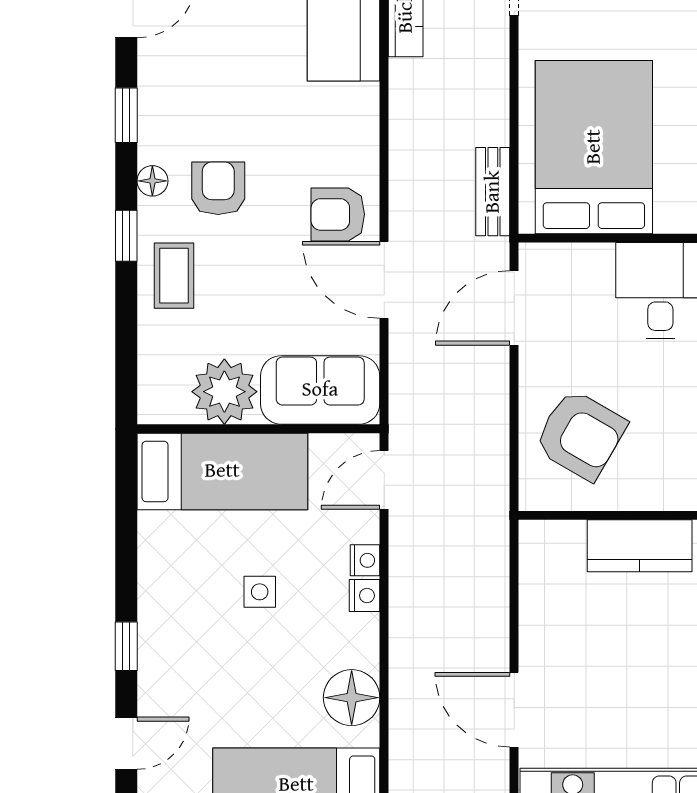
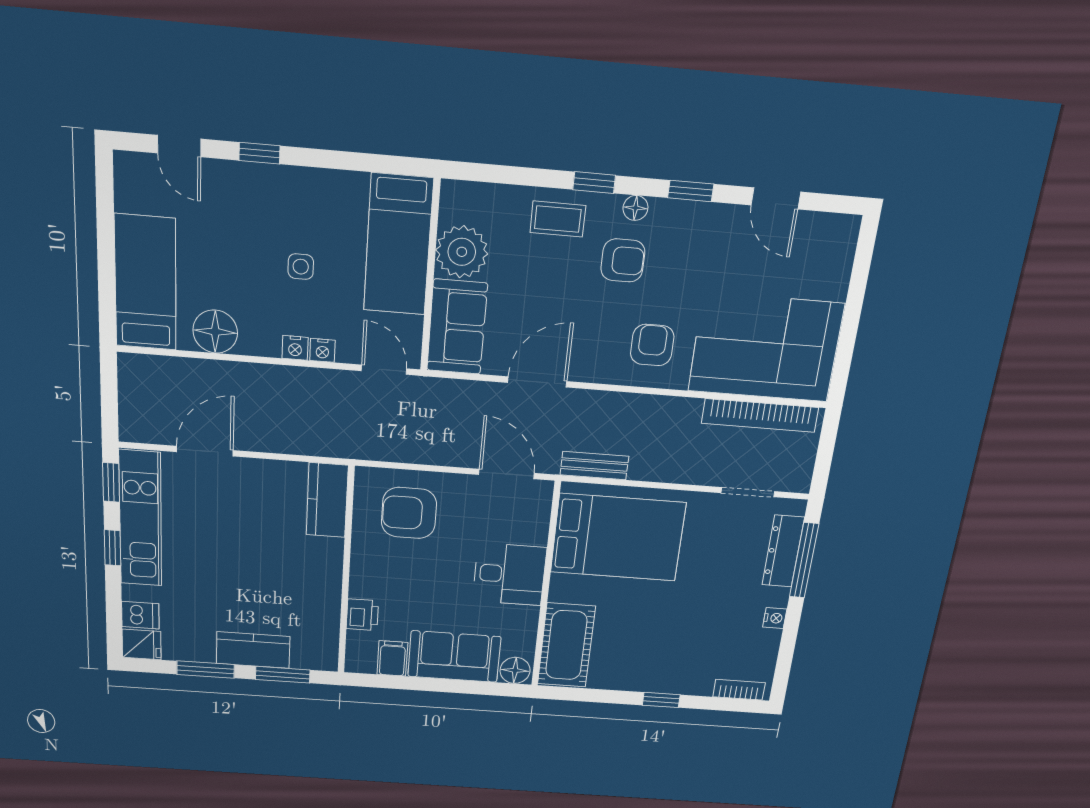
armchair: (338, 214) -> (652, 345), moved
armchair: (580, 435) -> (409, 513), turned 60
kitchen counter: (640, 546) -> (327, 500), moved

